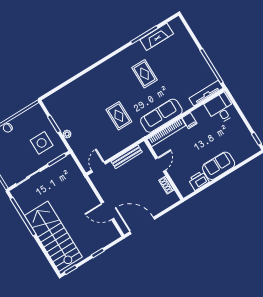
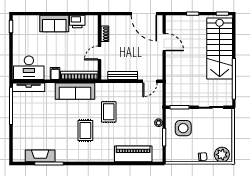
rug: (144, 74) -> (85, 131), moved
piano: (73, 91) -> (133, 154), added
desk: (220, 109) -> (29, 68), width x1.37

